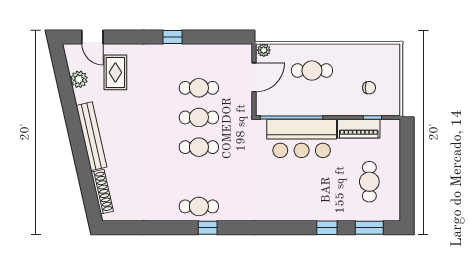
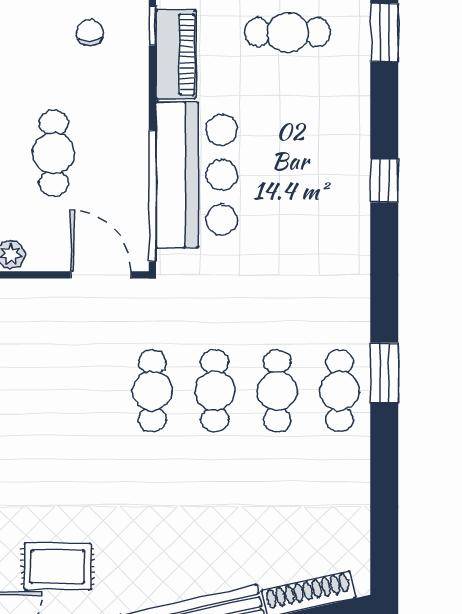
door: (254, 77) -> (101, 275), moved
cafe table: (199, 88) -> (277, 391), moved
window: (208, 228) -> (384, 372), width x1.50
window: (327, 228) -> (384, 180), moved

